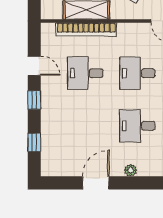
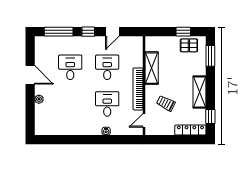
bookcase: (86, 29) -> (138, 89), moved
desk: (137, 126) -> (70, 67), moved
window: (34, 142) -> (59, 32), width x2.17

